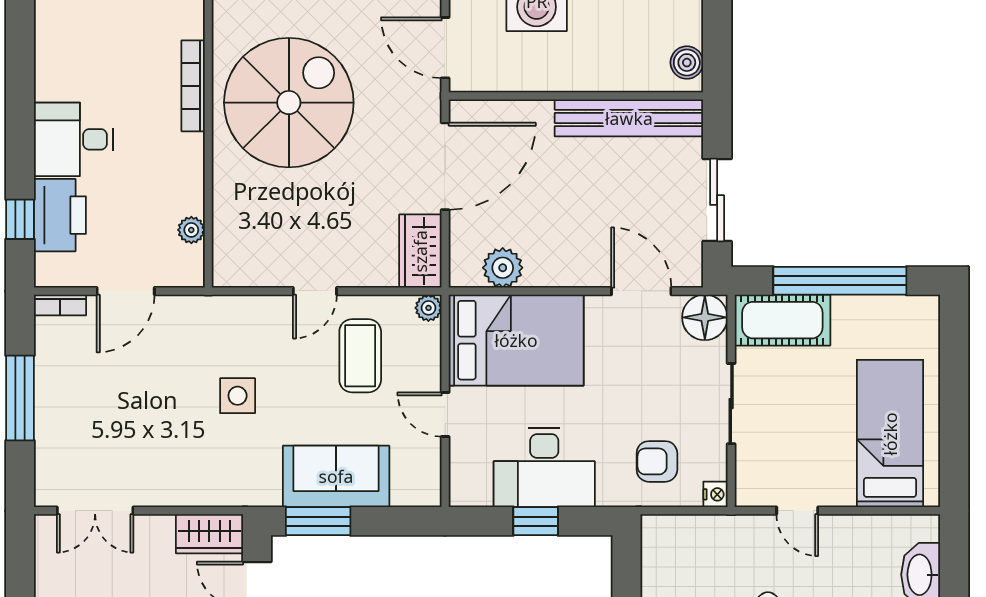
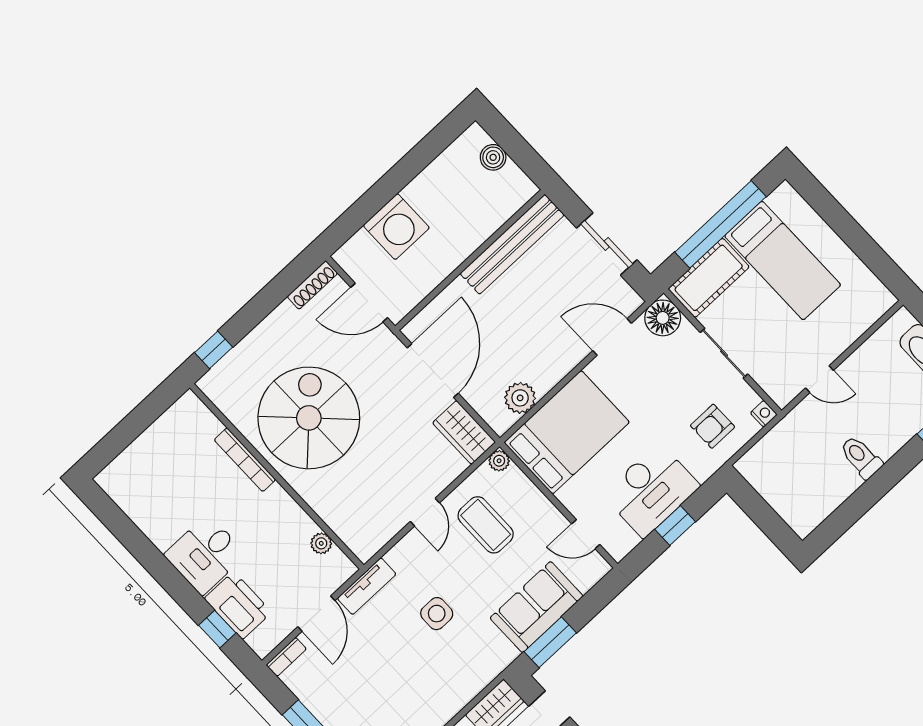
boiler: (687, 63) -> (493, 157), moved
tv unit: (196, 309) -> (367, 586), added
door: (445, 414) -> (586, 534), moved
bed: (890, 434) -> (783, 260), moved, turned 180

